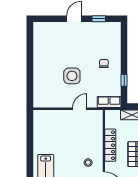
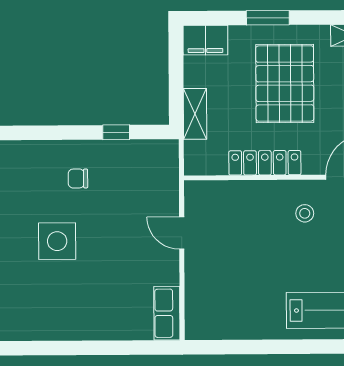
side table: (72, 76) -> (57, 241), moved
row of seats: (109, 102) -> (167, 313), moved

